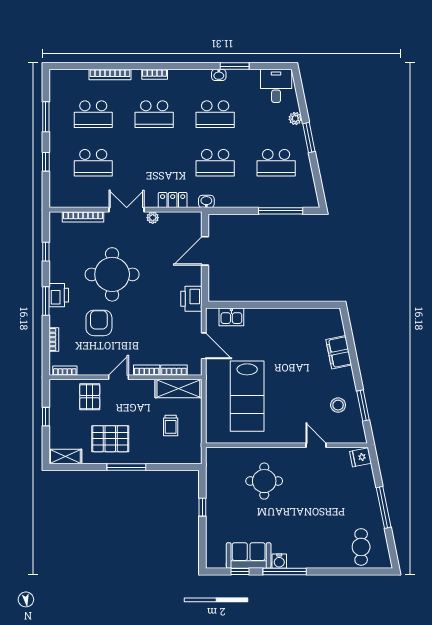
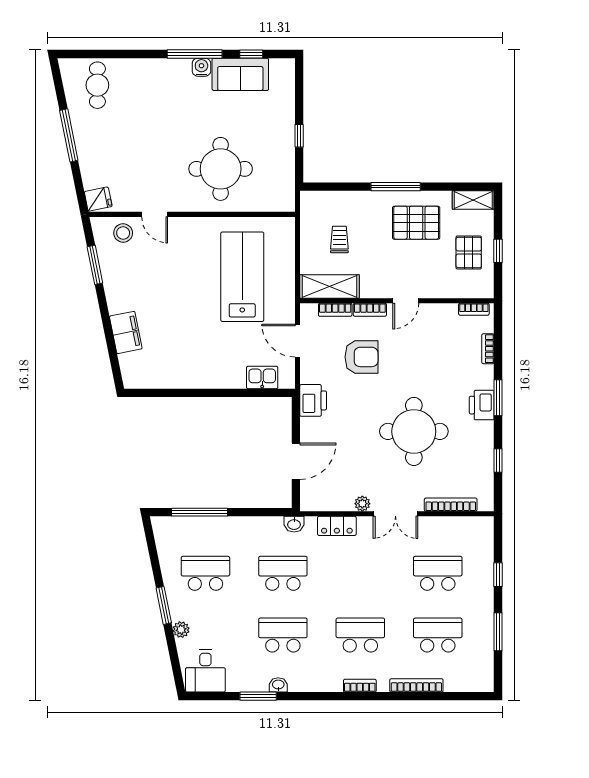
armchair: (99, 323) -> (361, 357), moved, turned -90
pallet: (90, 397) -> (469, 252), moved
stool: (338, 405) -> (123, 233), moved
round table: (264, 481) -> (221, 169), width x1.36, depth x1.36

